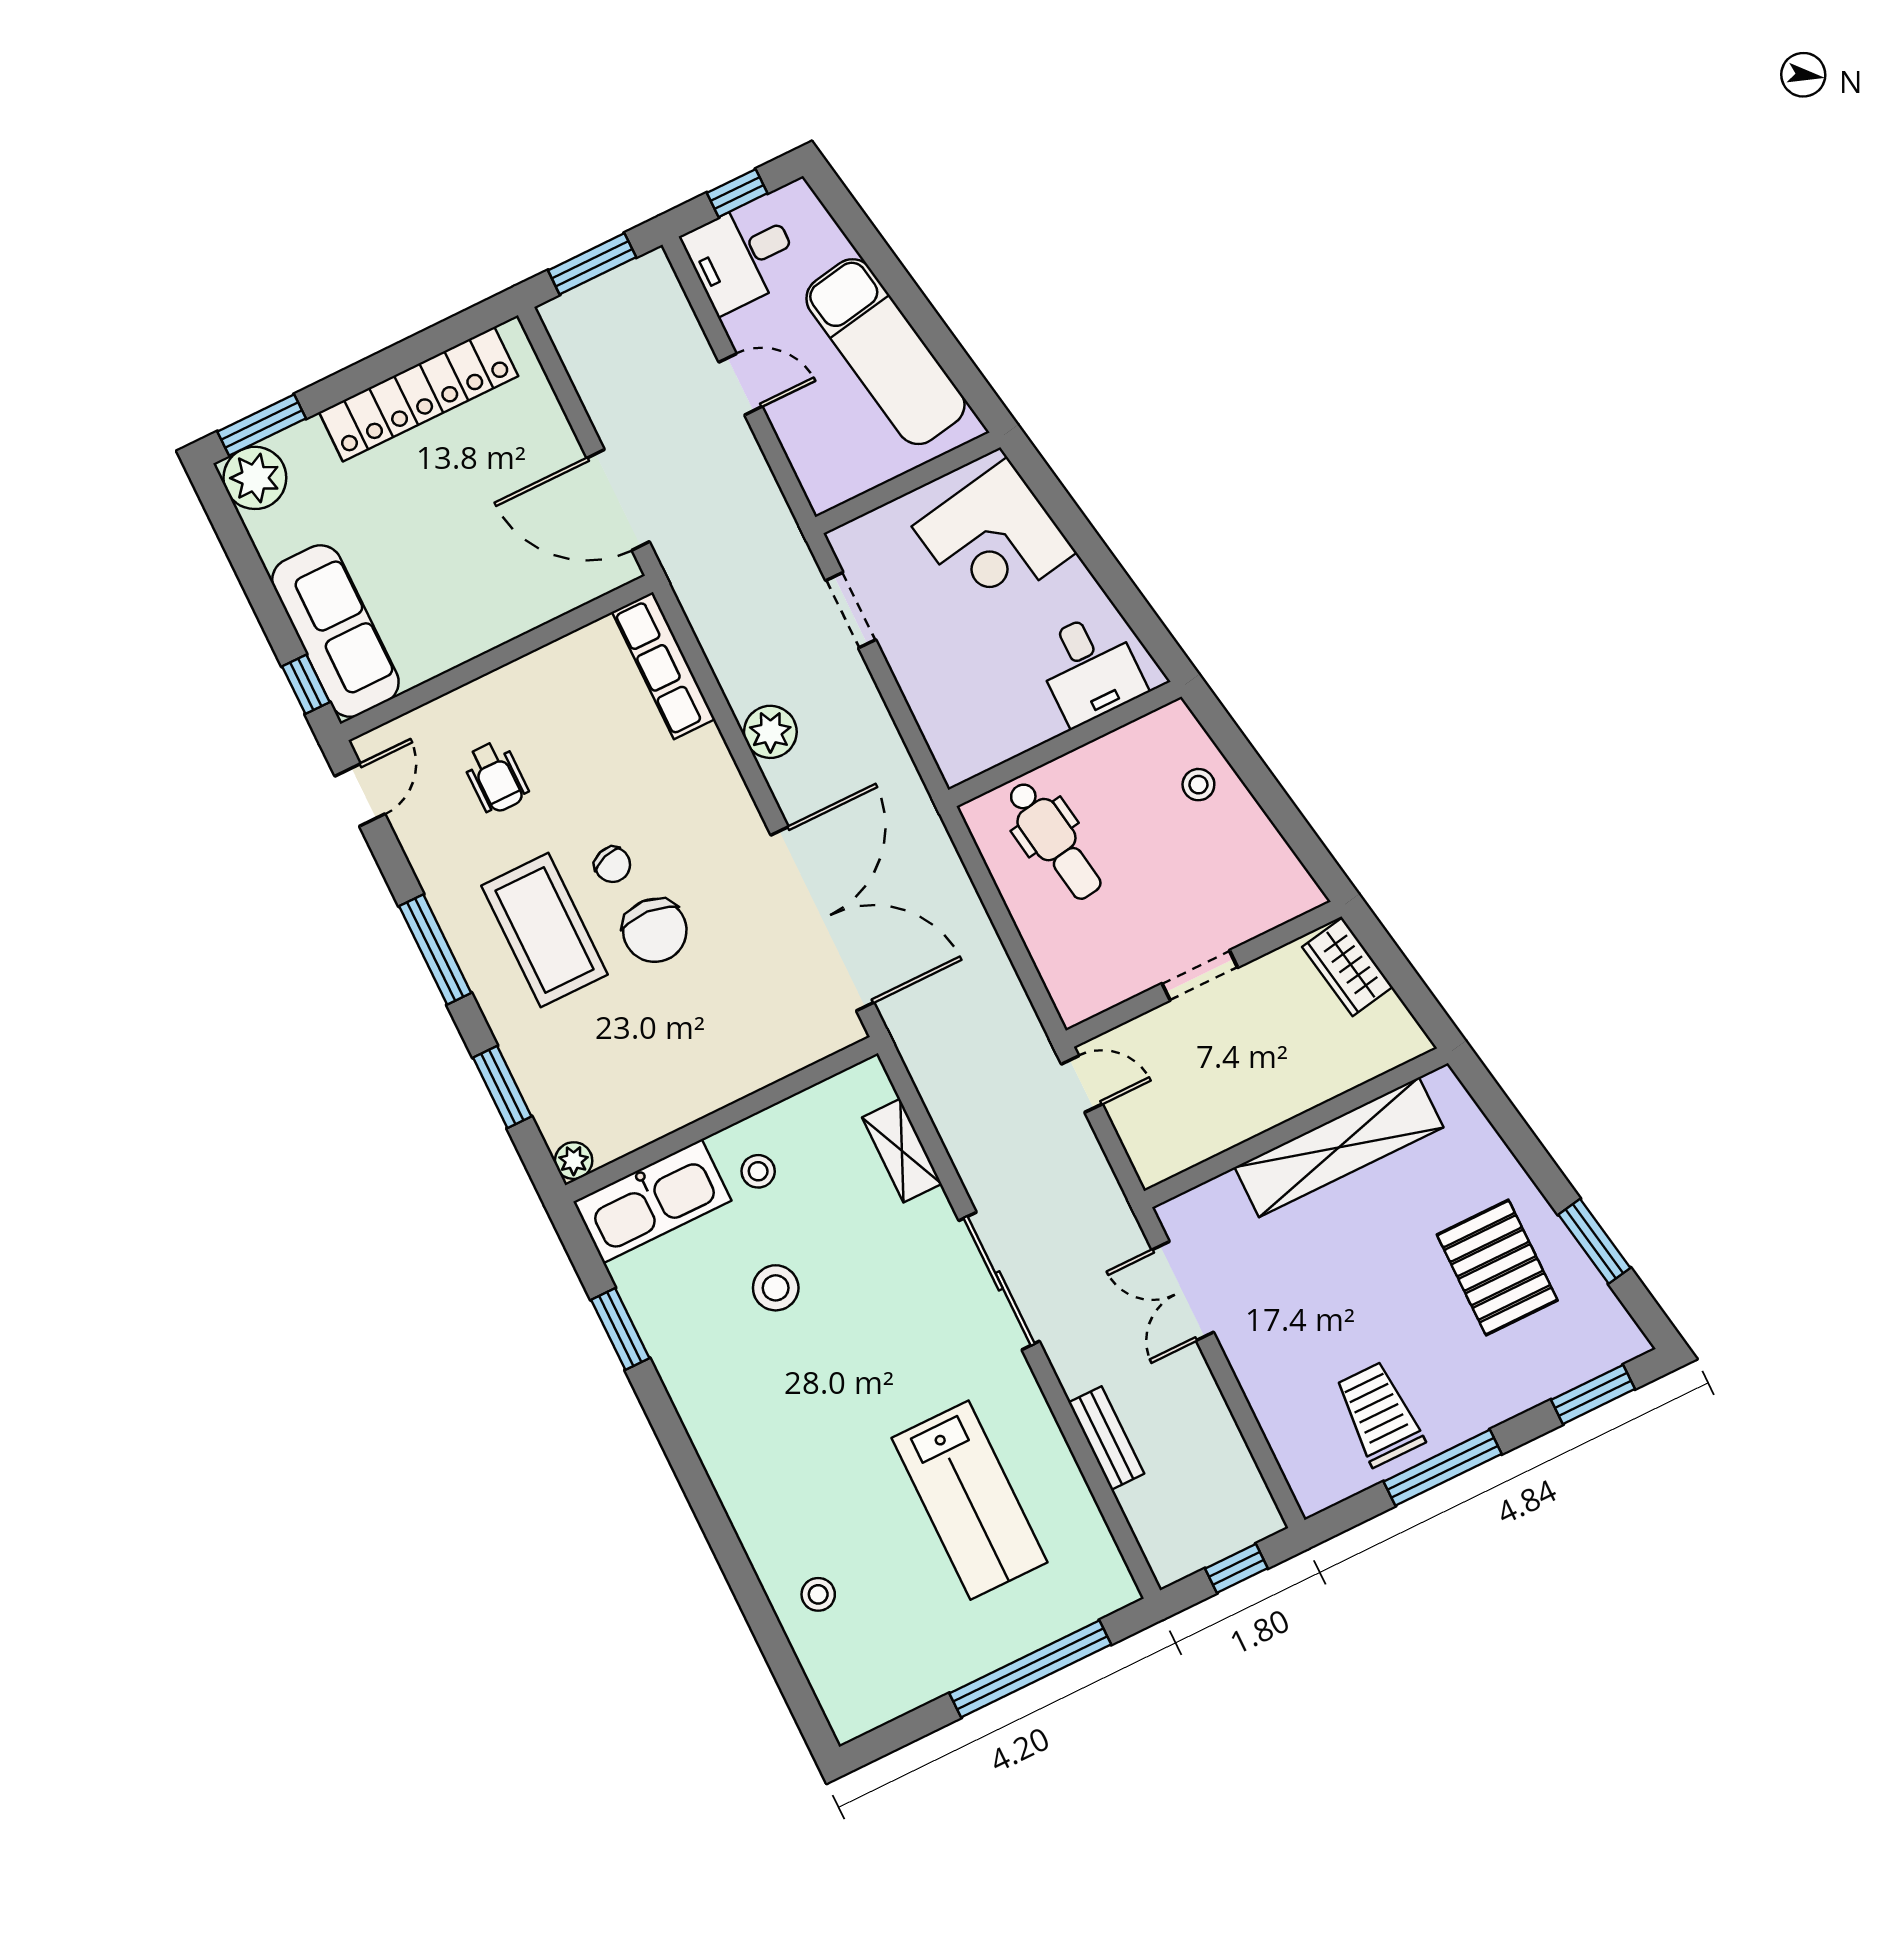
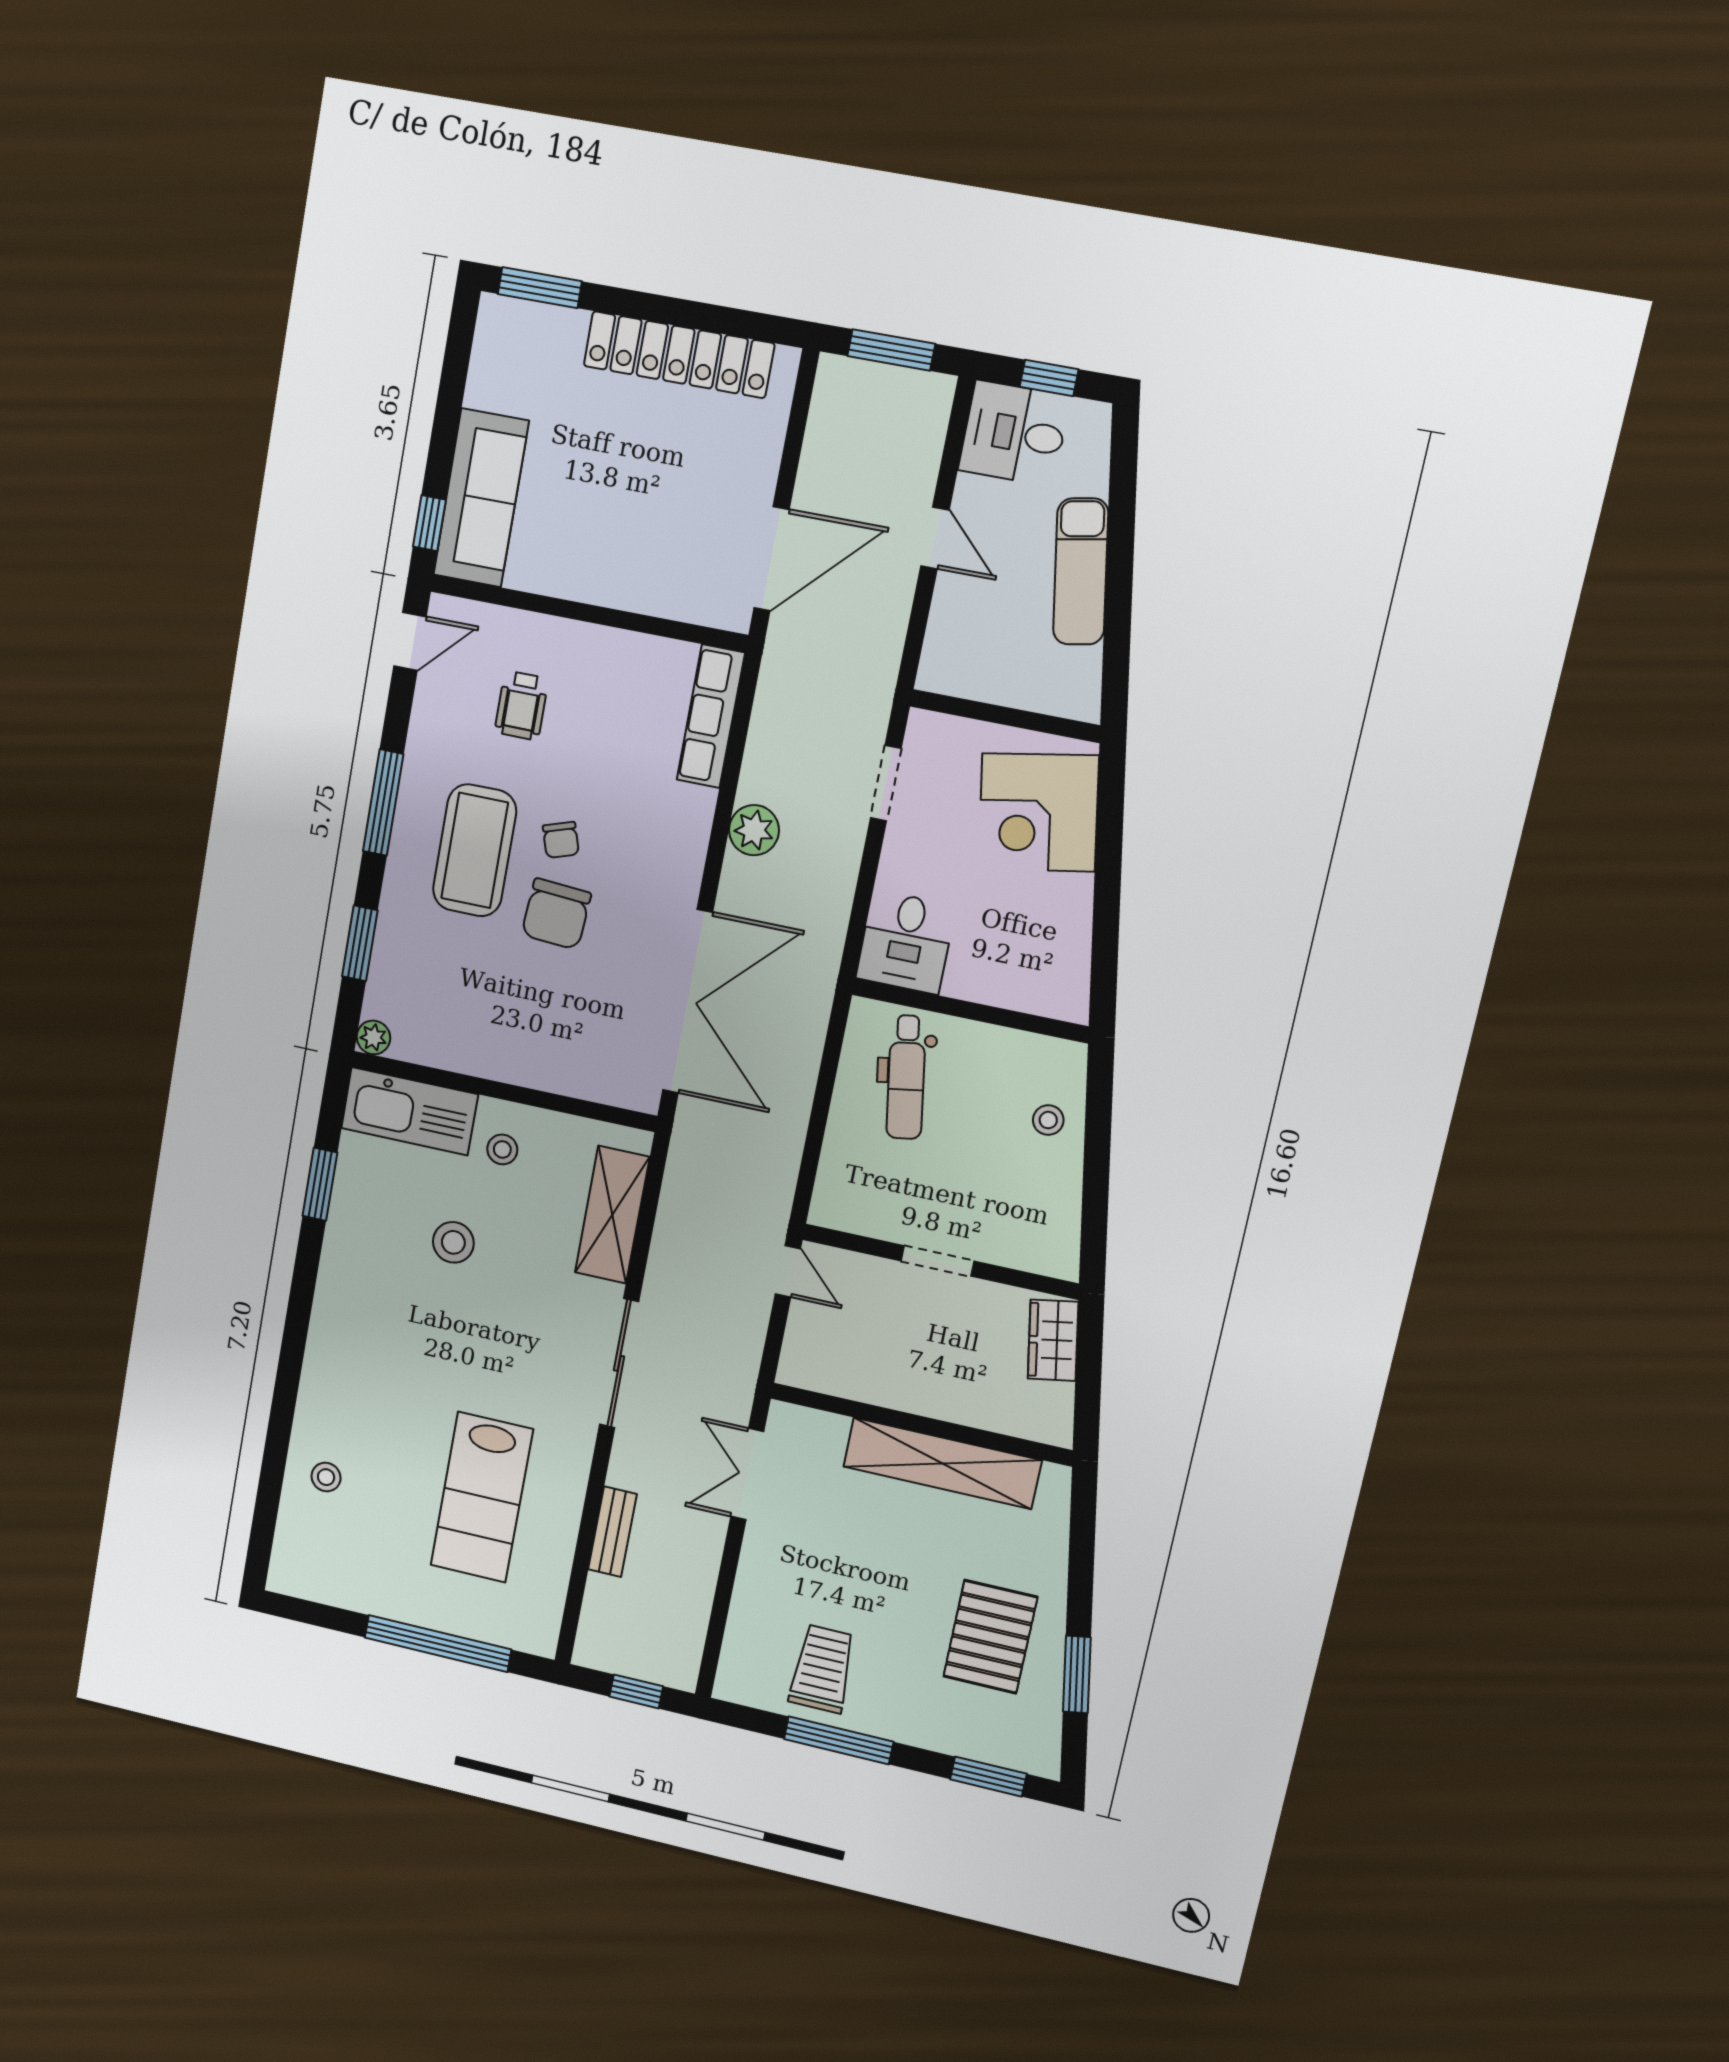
exam couch: (885, 352) -> (1081, 572), width x0.73, depth x0.69
plant: (255, 478) -> (505, 327), removed
door: (618, 500) -> (772, 559), swing flipped
desk: (1090, 668) -> (906, 942), moved
shelving: (902, 1151) -> (612, 1215), width x1.50, depth x1.33

